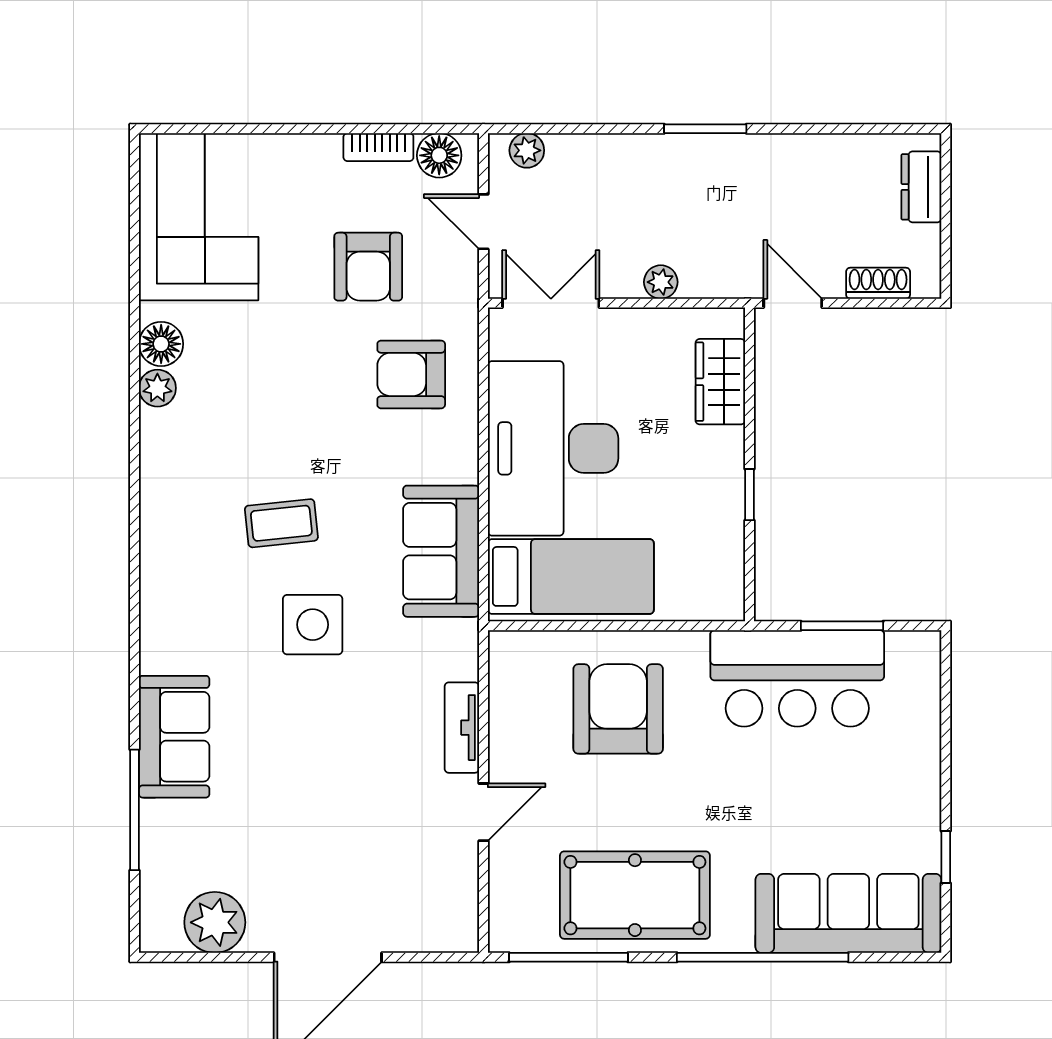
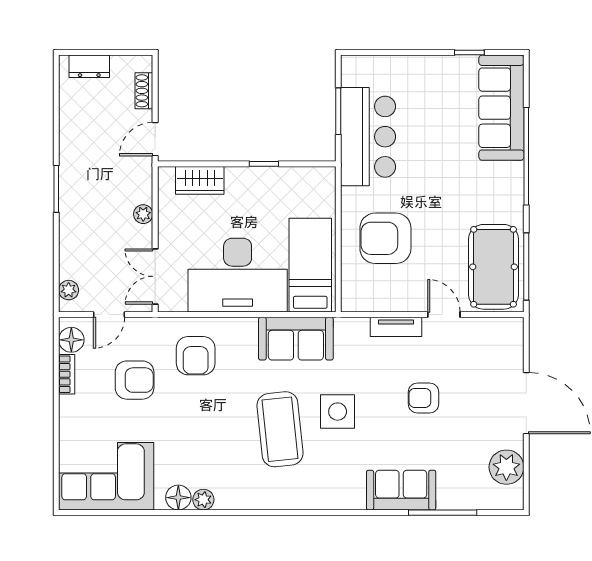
coffee table: (281, 523) -> (280, 429), width x1.86, depth x1.72
armchair: (337, 776) -> (424, 398), added
pool table: (635, 895) -> (494, 267), moved

